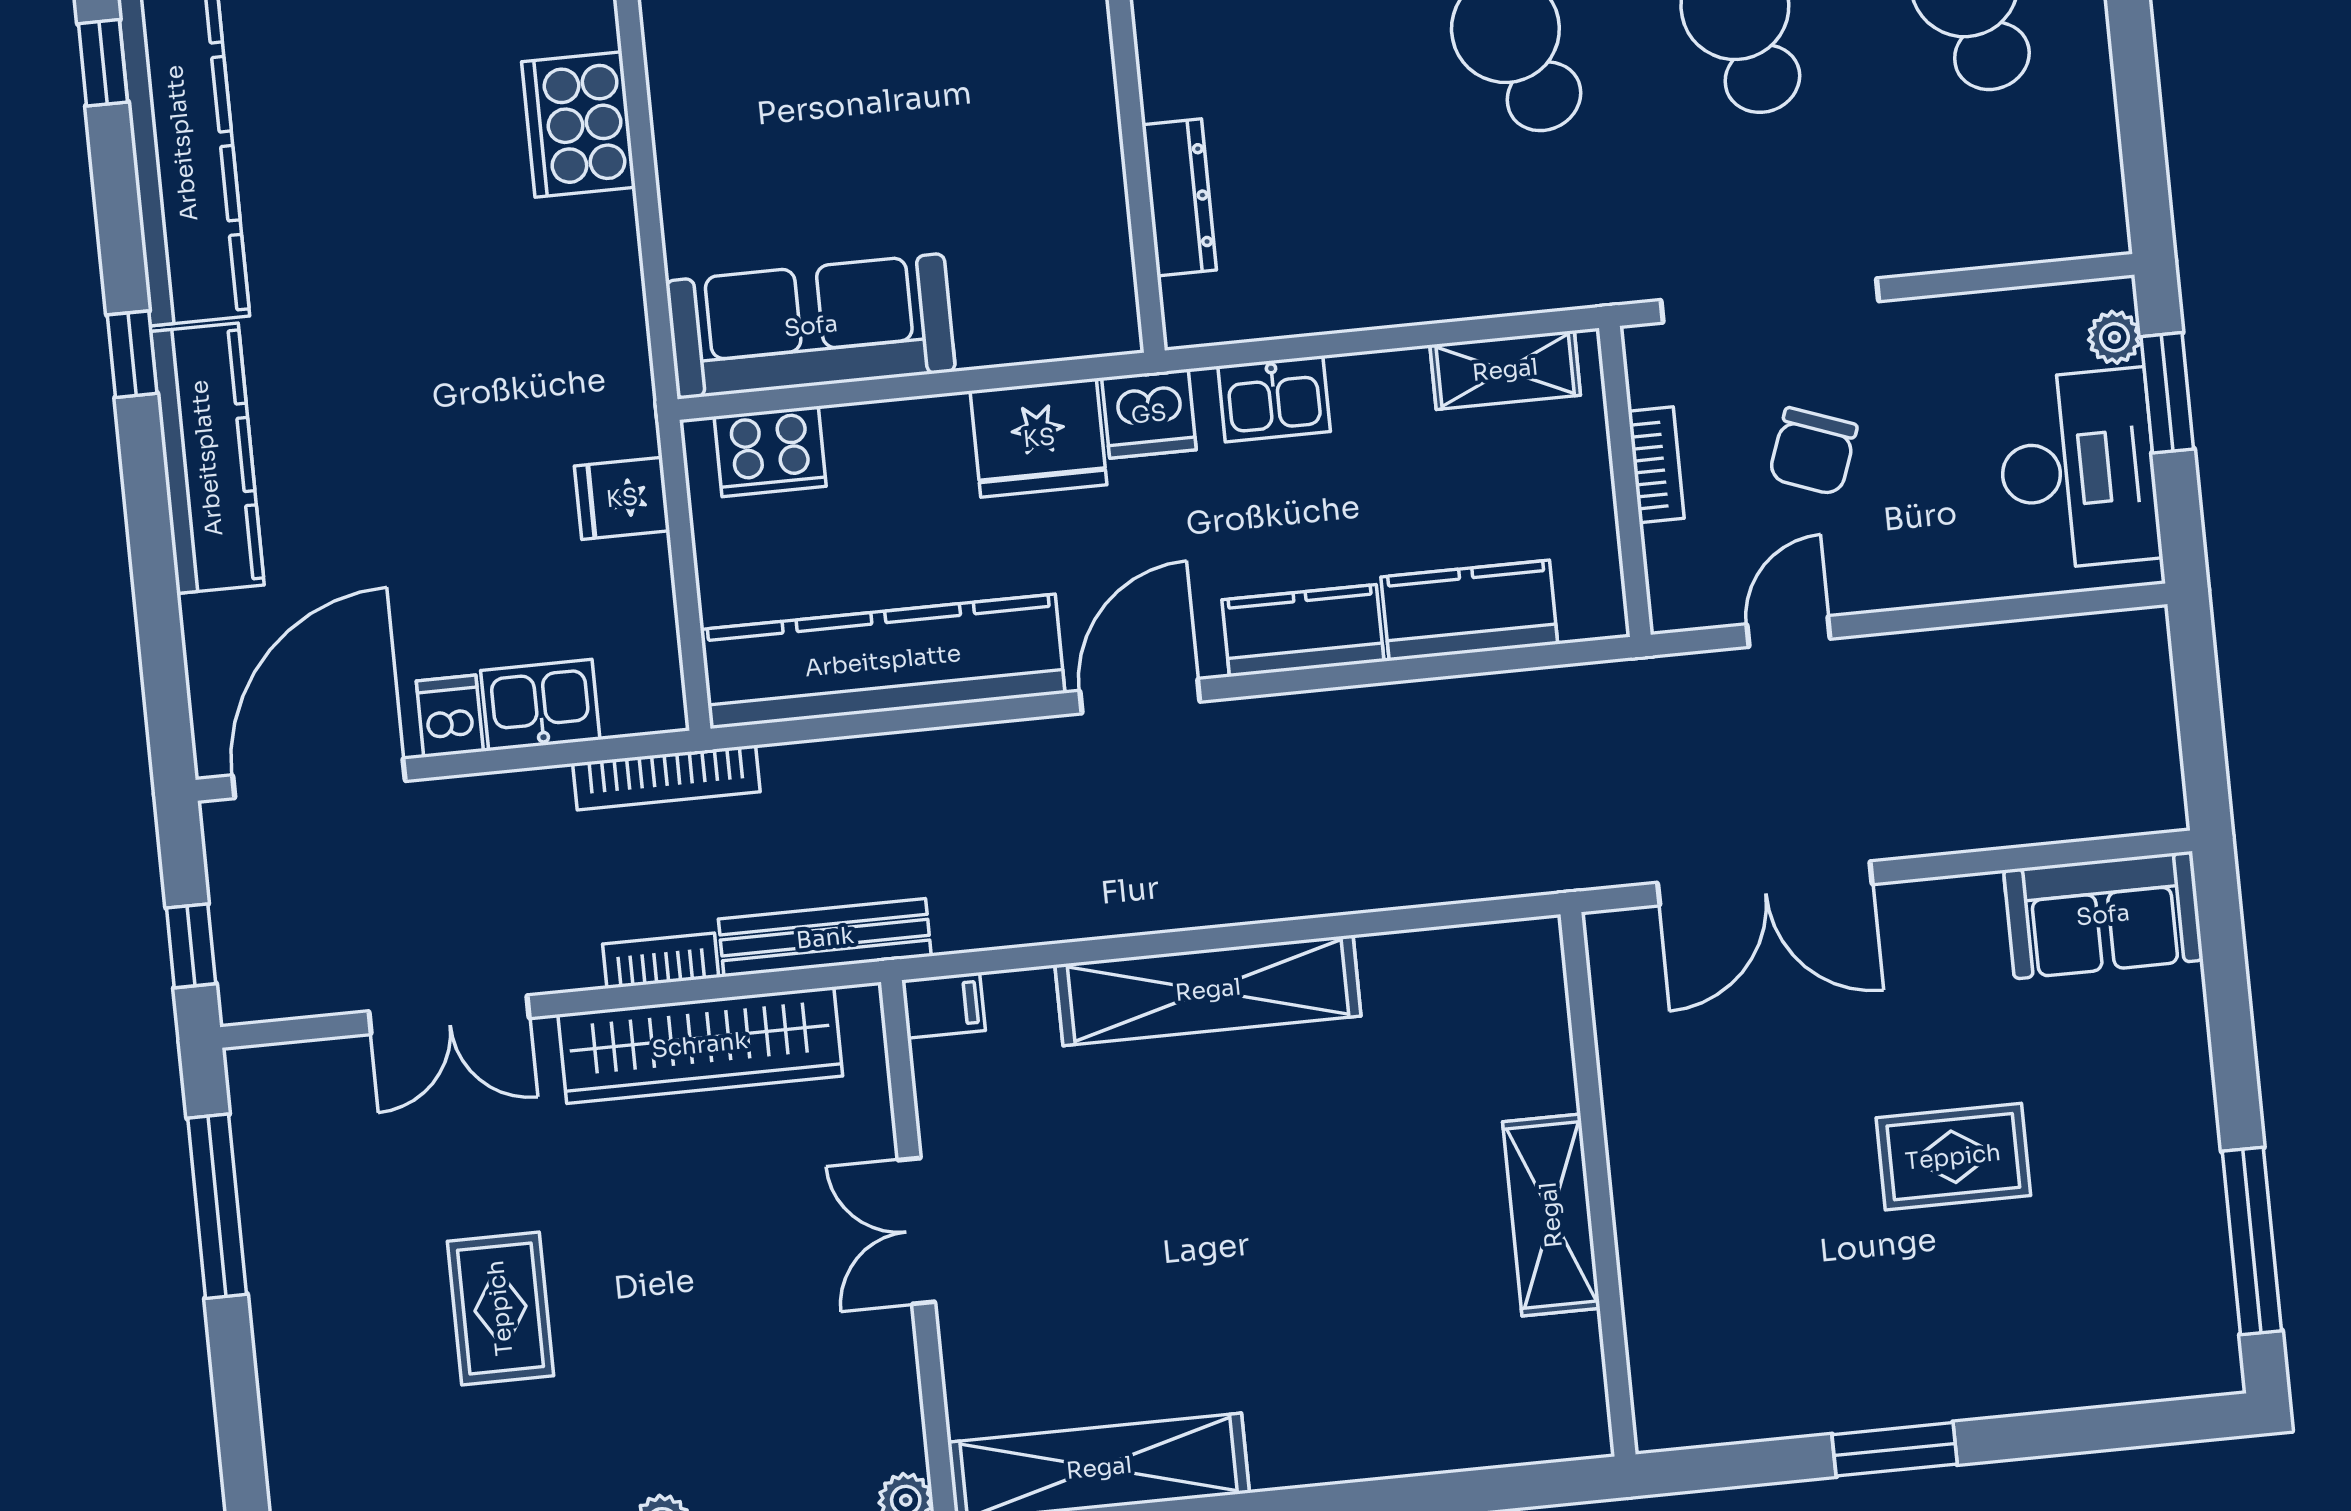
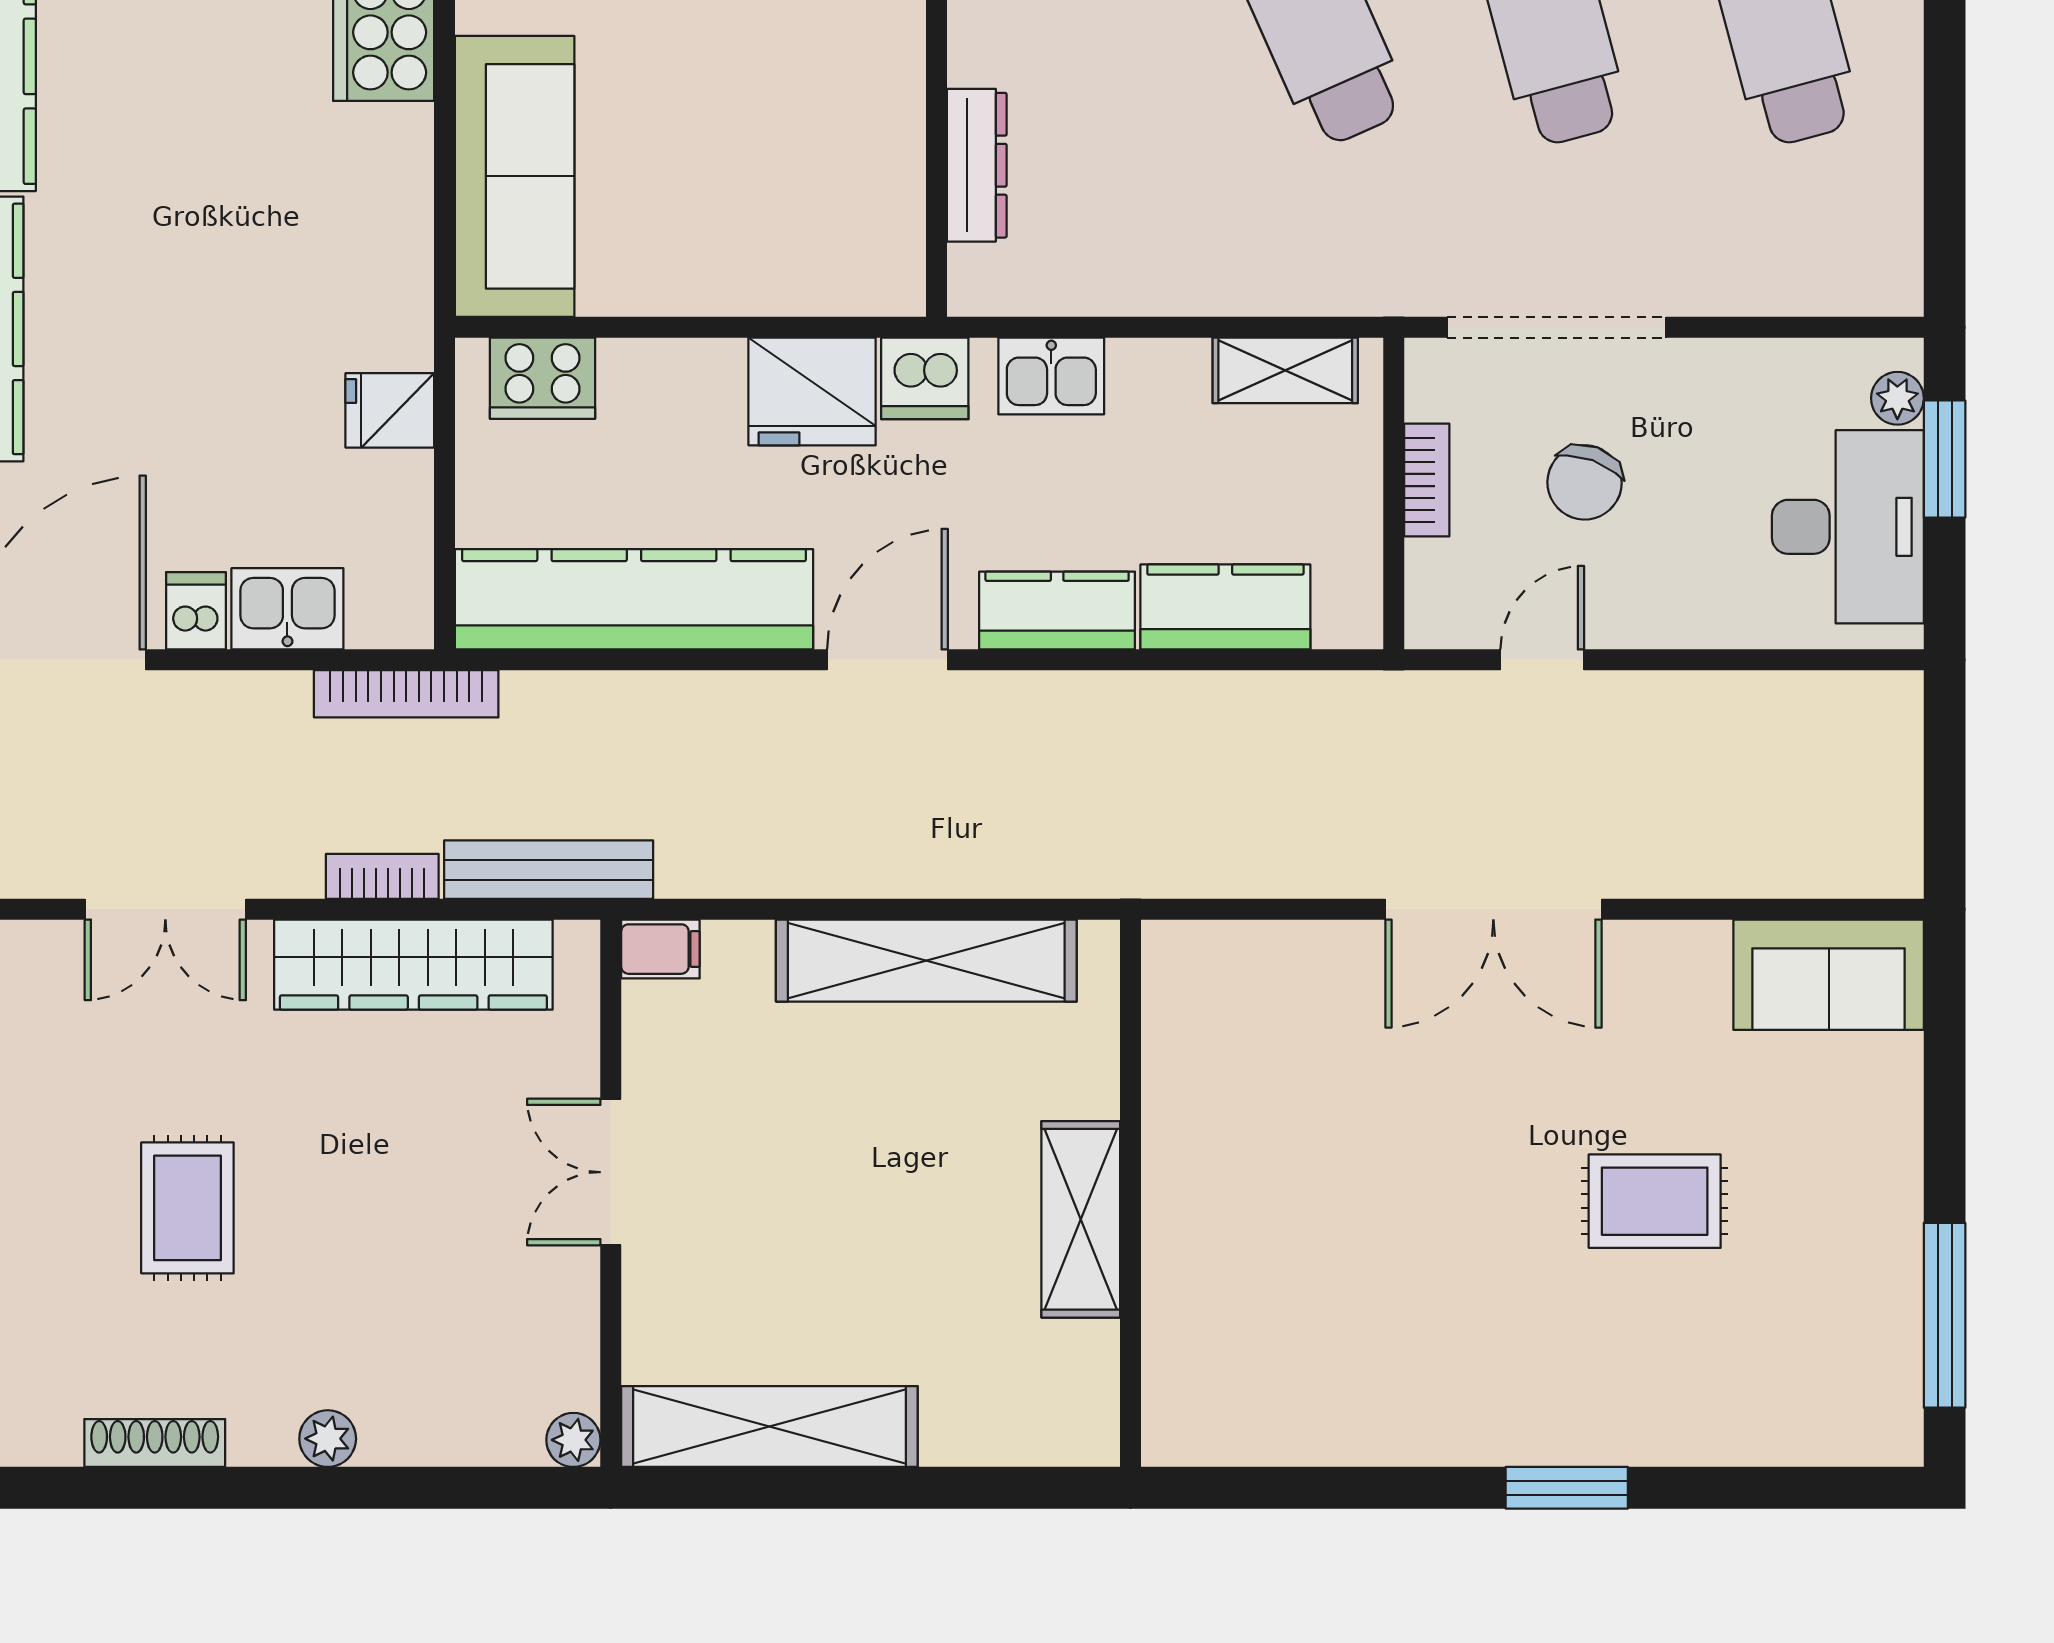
sofa: (811, 326) -> (515, 176), moved, turned 90
wall: (1598, 1184) -> (1130, 1193), moved
shelving: (1551, 1215) -> (1081, 1219), moved

